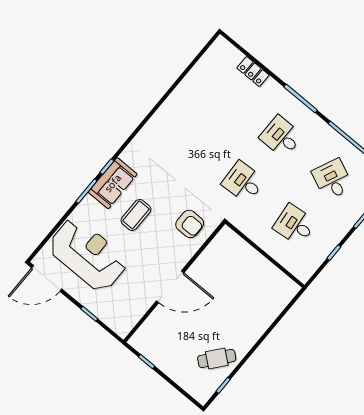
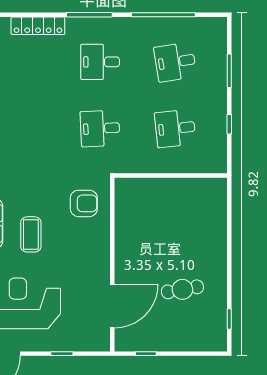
locker: (253, 71) -> (38, 26), width x1.53
desk: (332, 179) -> (175, 62), turned -33
door: (170, 287) -> (112, 306), moved
cafe table: (217, 358) -> (182, 289), moved, turned 41

